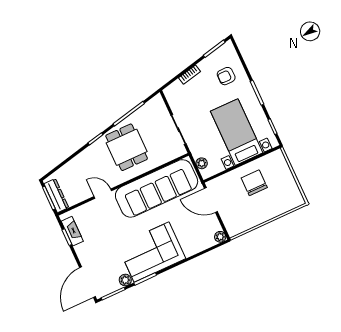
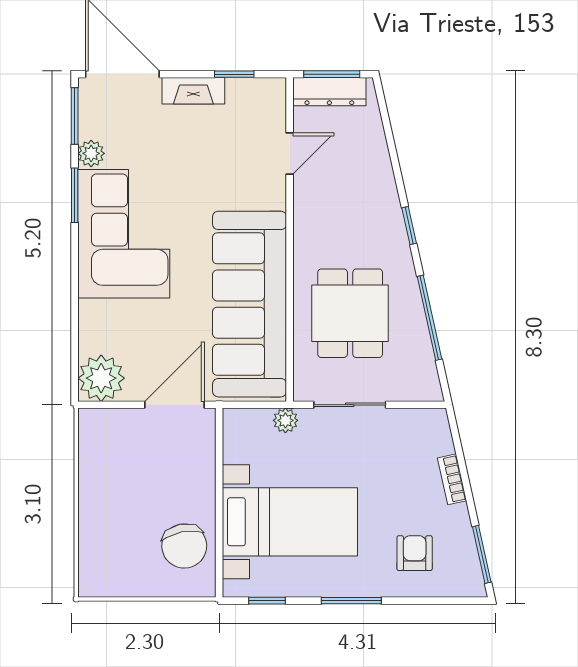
dining table: (127, 147) -> (350, 313), moved, turned 90
plant: (202, 163) -> (285, 420), moved
chair: (254, 183) -> (184, 546), moved, turned 79
door: (103, 194) -> (290, 154), moved
fireplace: (72, 231) -> (193, 91), moved
plant: (220, 237) -> (101, 378), width x1.87, depth x1.87

